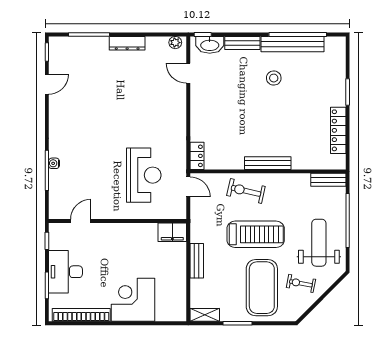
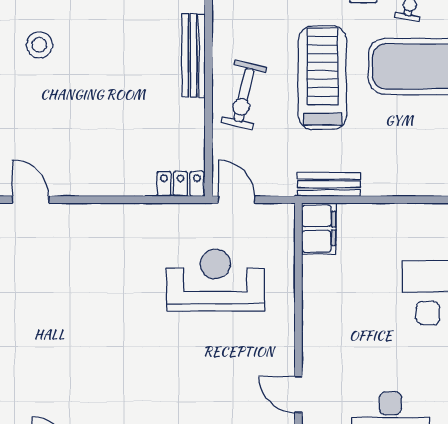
door: (188, 73) -> (31, 200), swing flipped
door: (188, 187) -> (237, 200), hinge flipped
bench: (197, 261) -> (329, 184), moved

